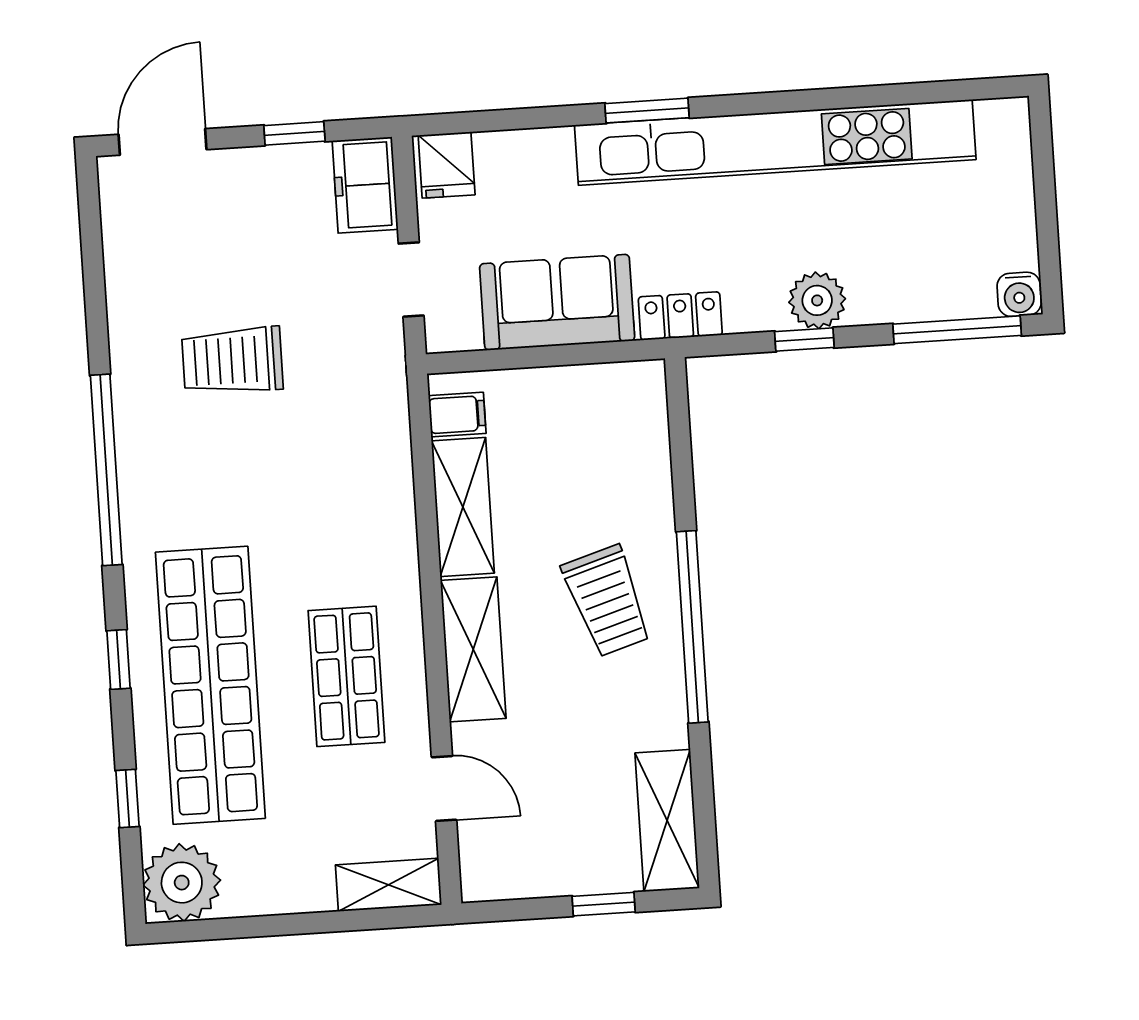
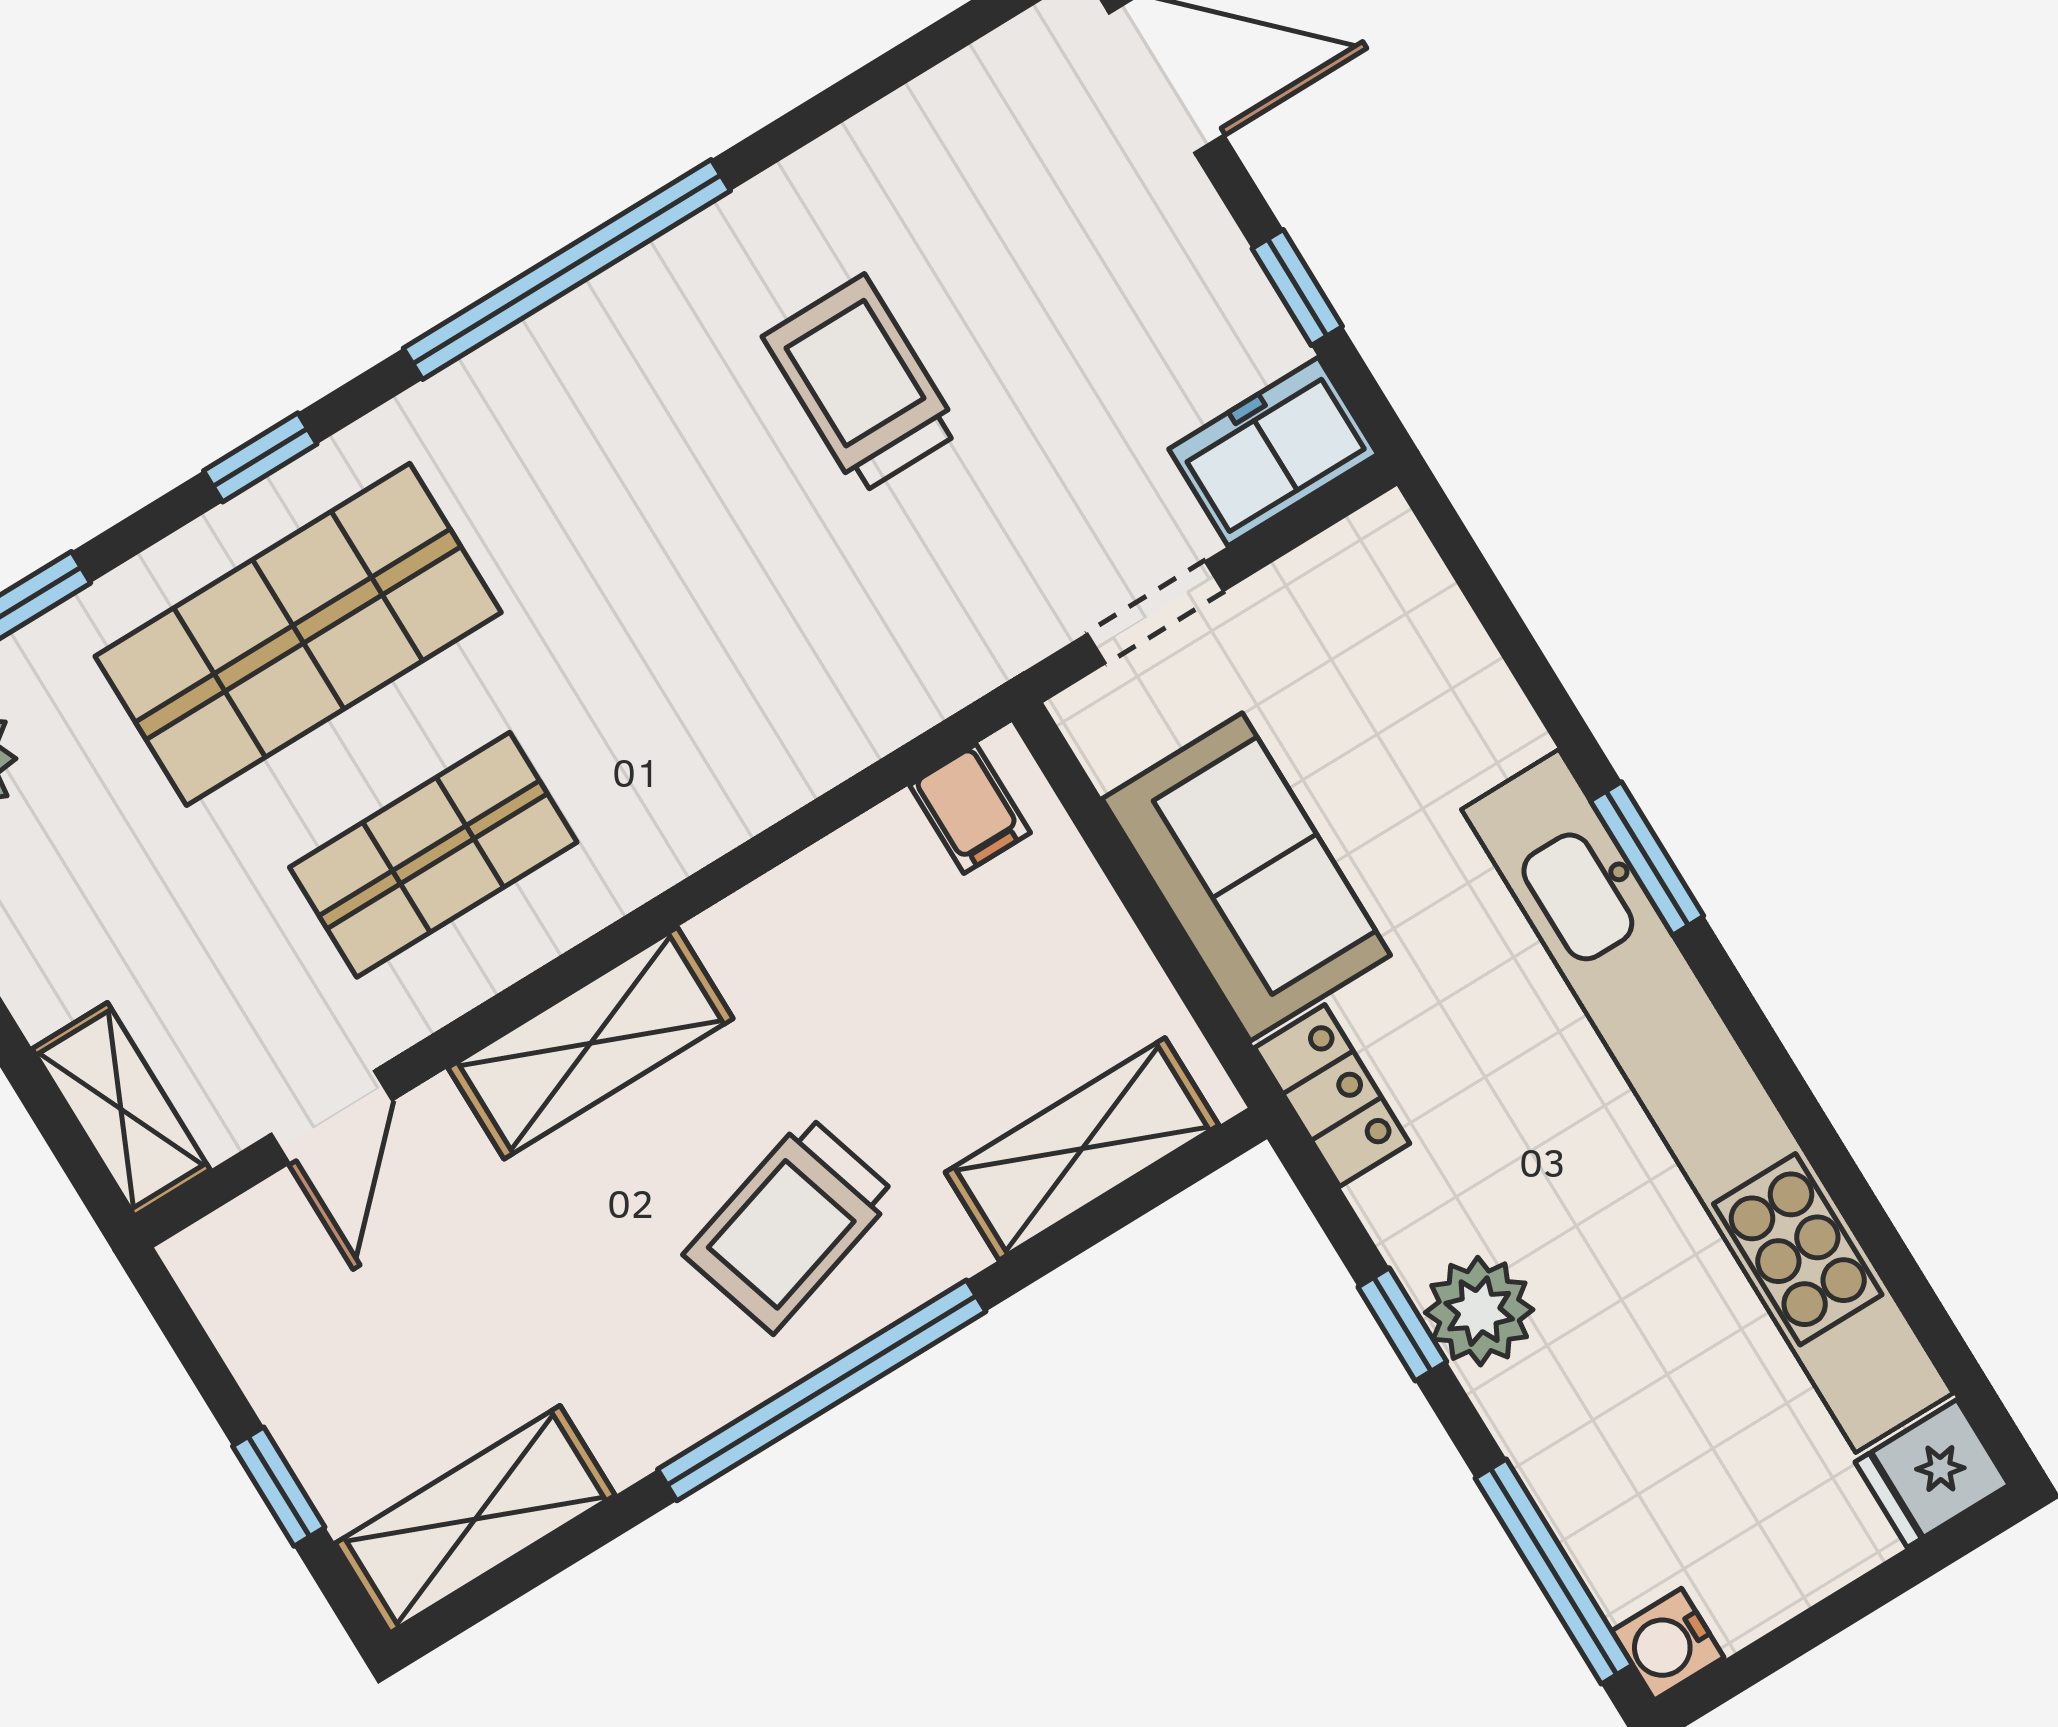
fridge: (447, 165) -> (1932, 1474), moved
shelving: (463, 507) -> (1082, 1149), moved
shop shelf: (210, 685) -> (298, 634), width x0.71

